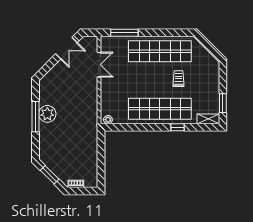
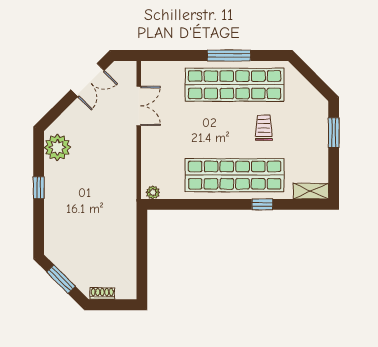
window: (124, 33) -> (229, 56), moved
window: (223, 103) -> (334, 133), moved
plant: (47, 114) -> (57, 147), moved
window: (35, 117) -> (39, 188), width x0.46

